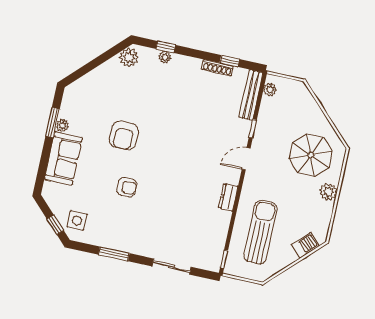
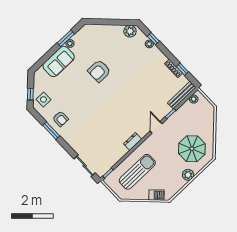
door: (246, 159) -> (156, 127), hinge flipped
armchair: (127, 187) -> (61, 119), moved
sliding door: (172, 267) -> (85, 166), moved

